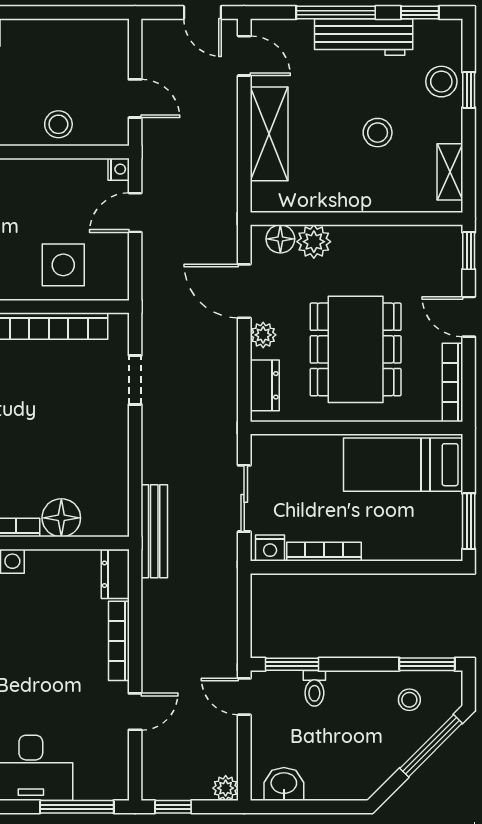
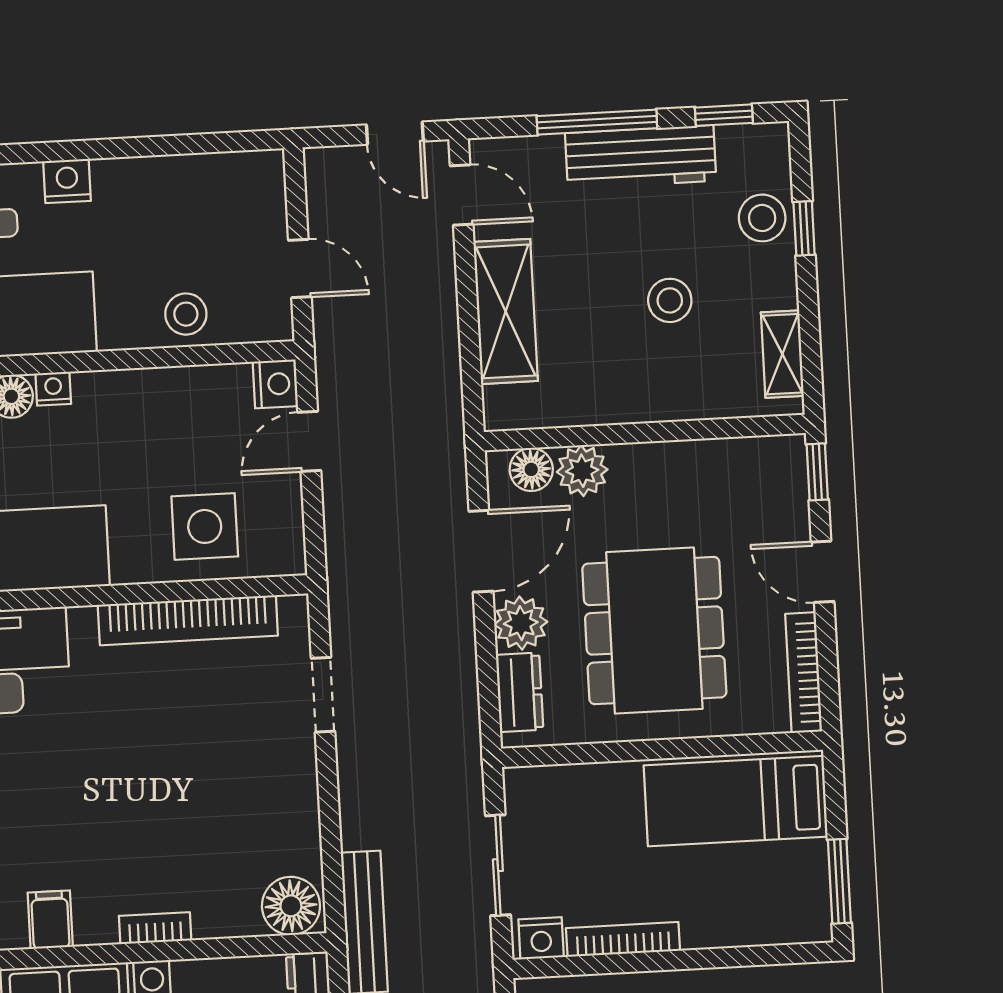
nightstand: (119, 169) -> (275, 384), width x1.39, depth x1.35
door: (244, 291) -> (481, 551), swing flipped
plant: (263, 335) -> (521, 623), width x1.38, depth x1.38
floor lamp: (61, 518) -> (291, 906), moved

